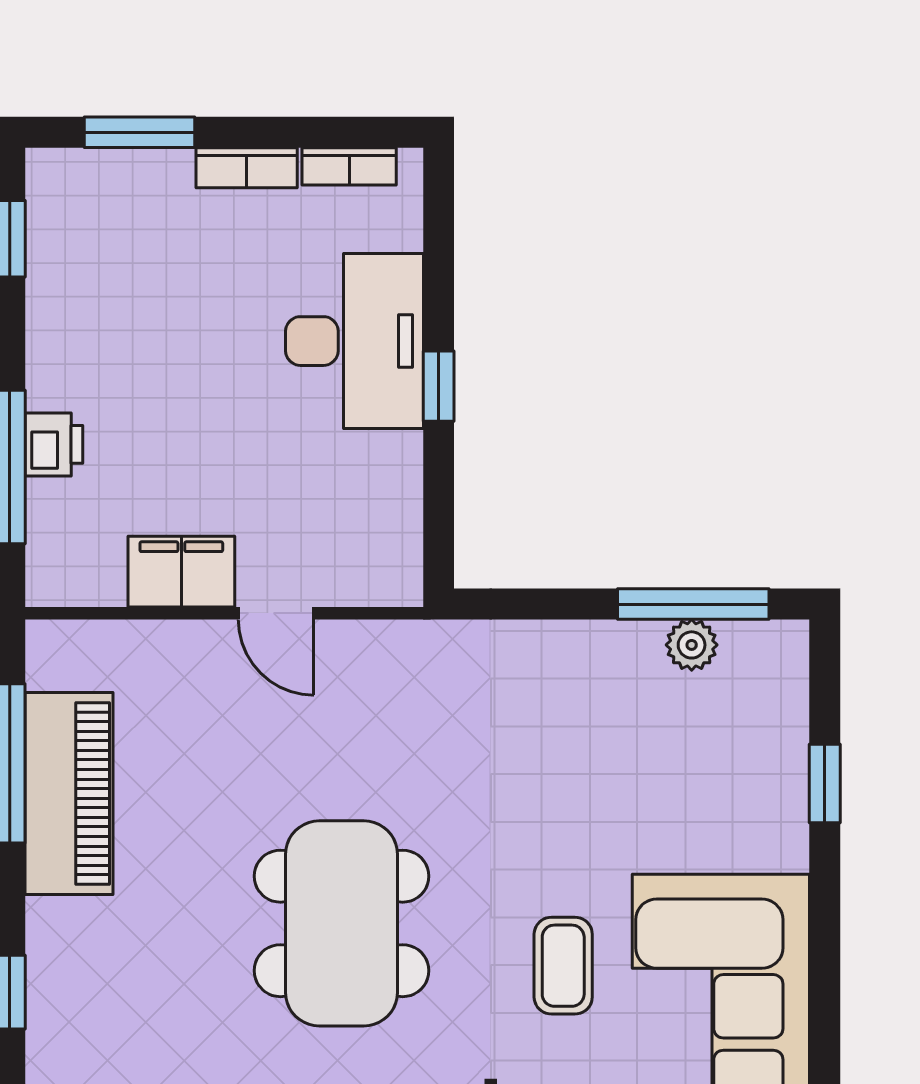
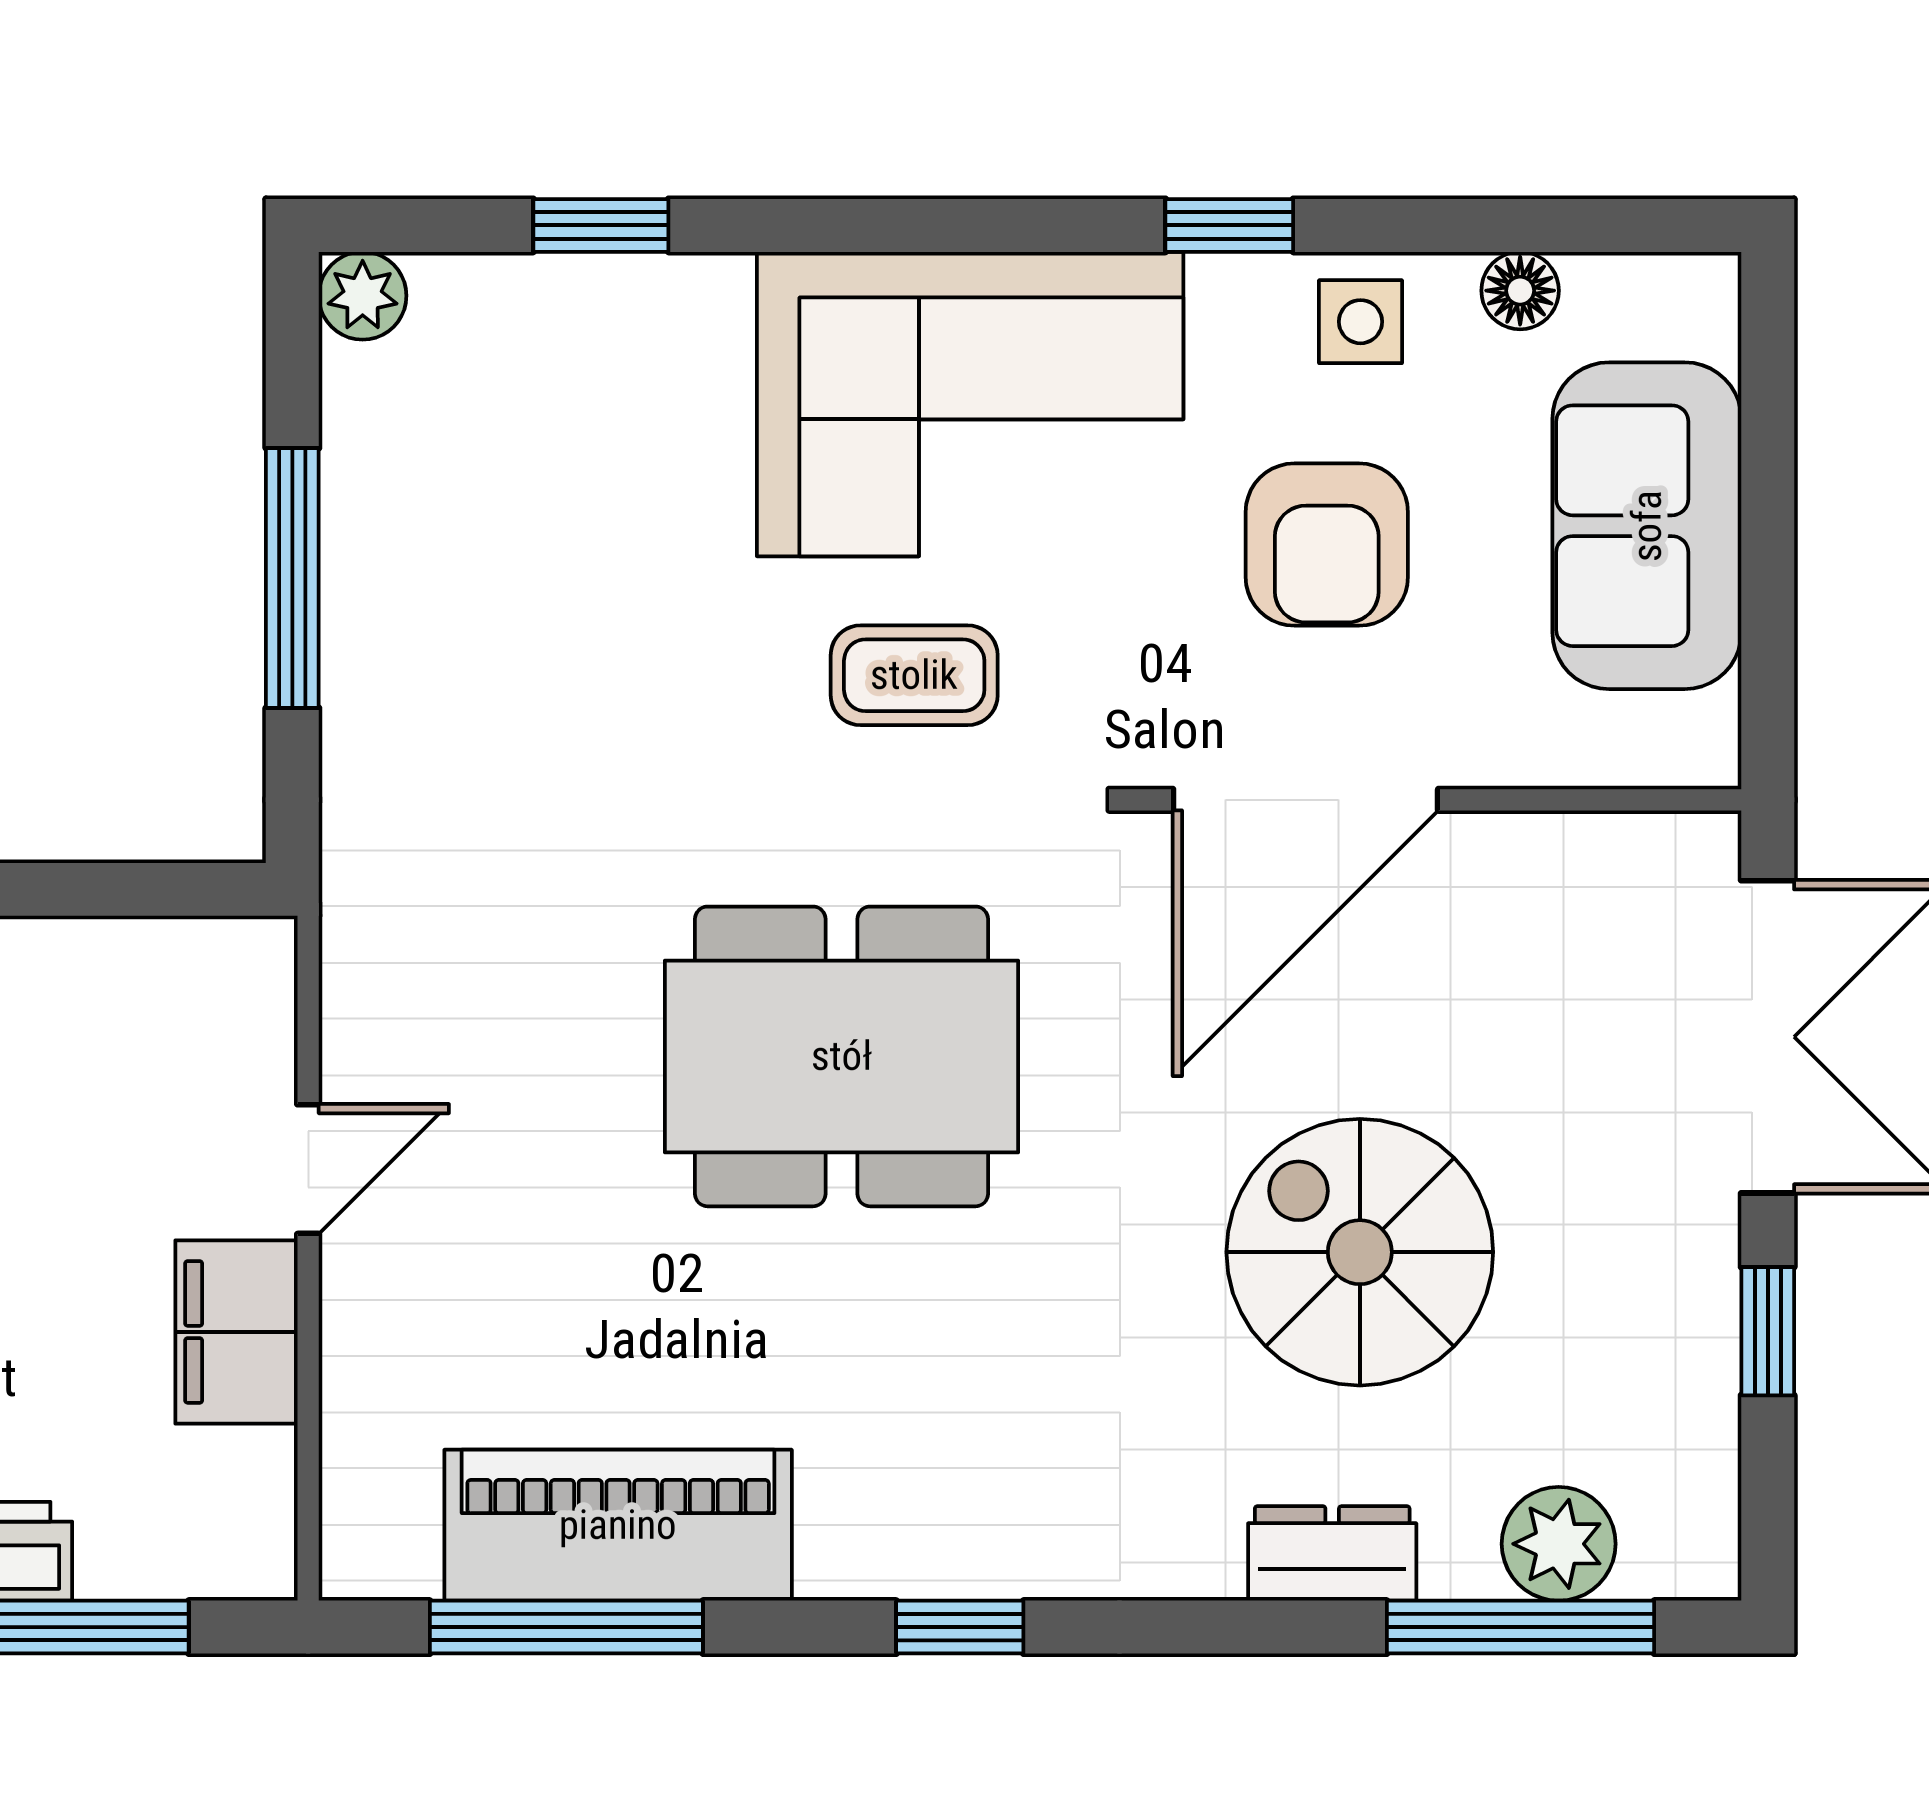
window: (693, 604) -> (292, 578), moved
plant: (692, 645) -> (363, 296), moved

